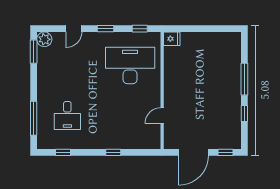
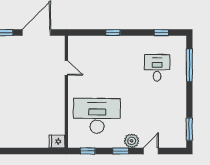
plant: (44, 39) -> (132, 141), moved
desk: (130, 65) -> (97, 116), turned 180
door: (162, 116) -> (66, 68), hinge flipped

